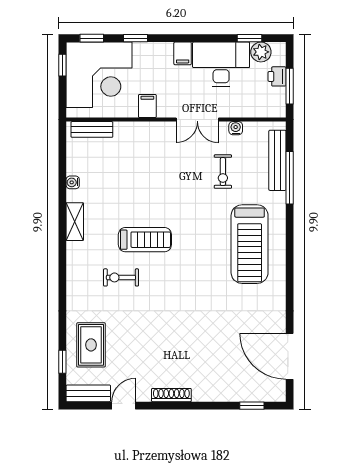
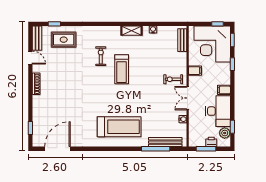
exercise bike: (223, 172) -> (173, 79), moved
treadmill: (250, 244) -> (119, 127), turned 180

